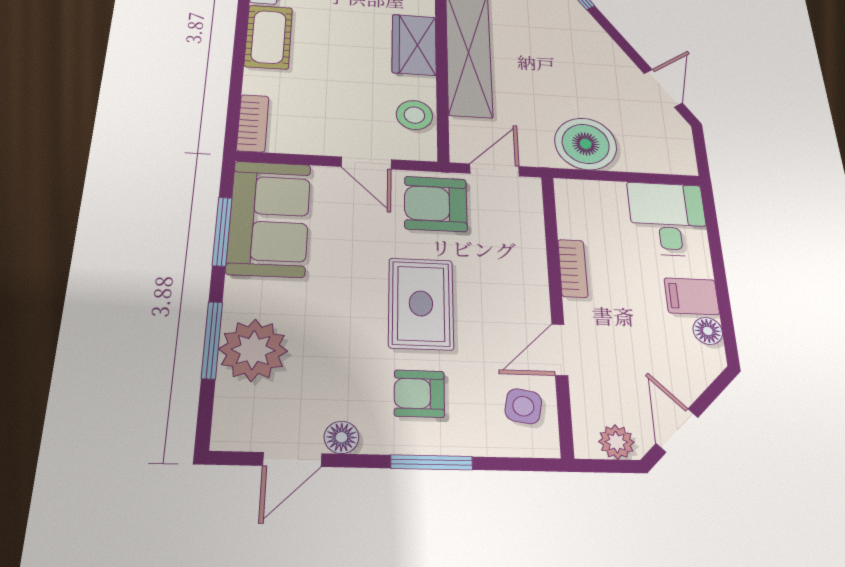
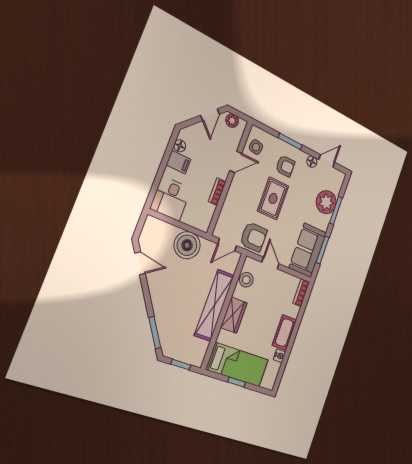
door: (663, 88) -> (140, 263), swing flipped

